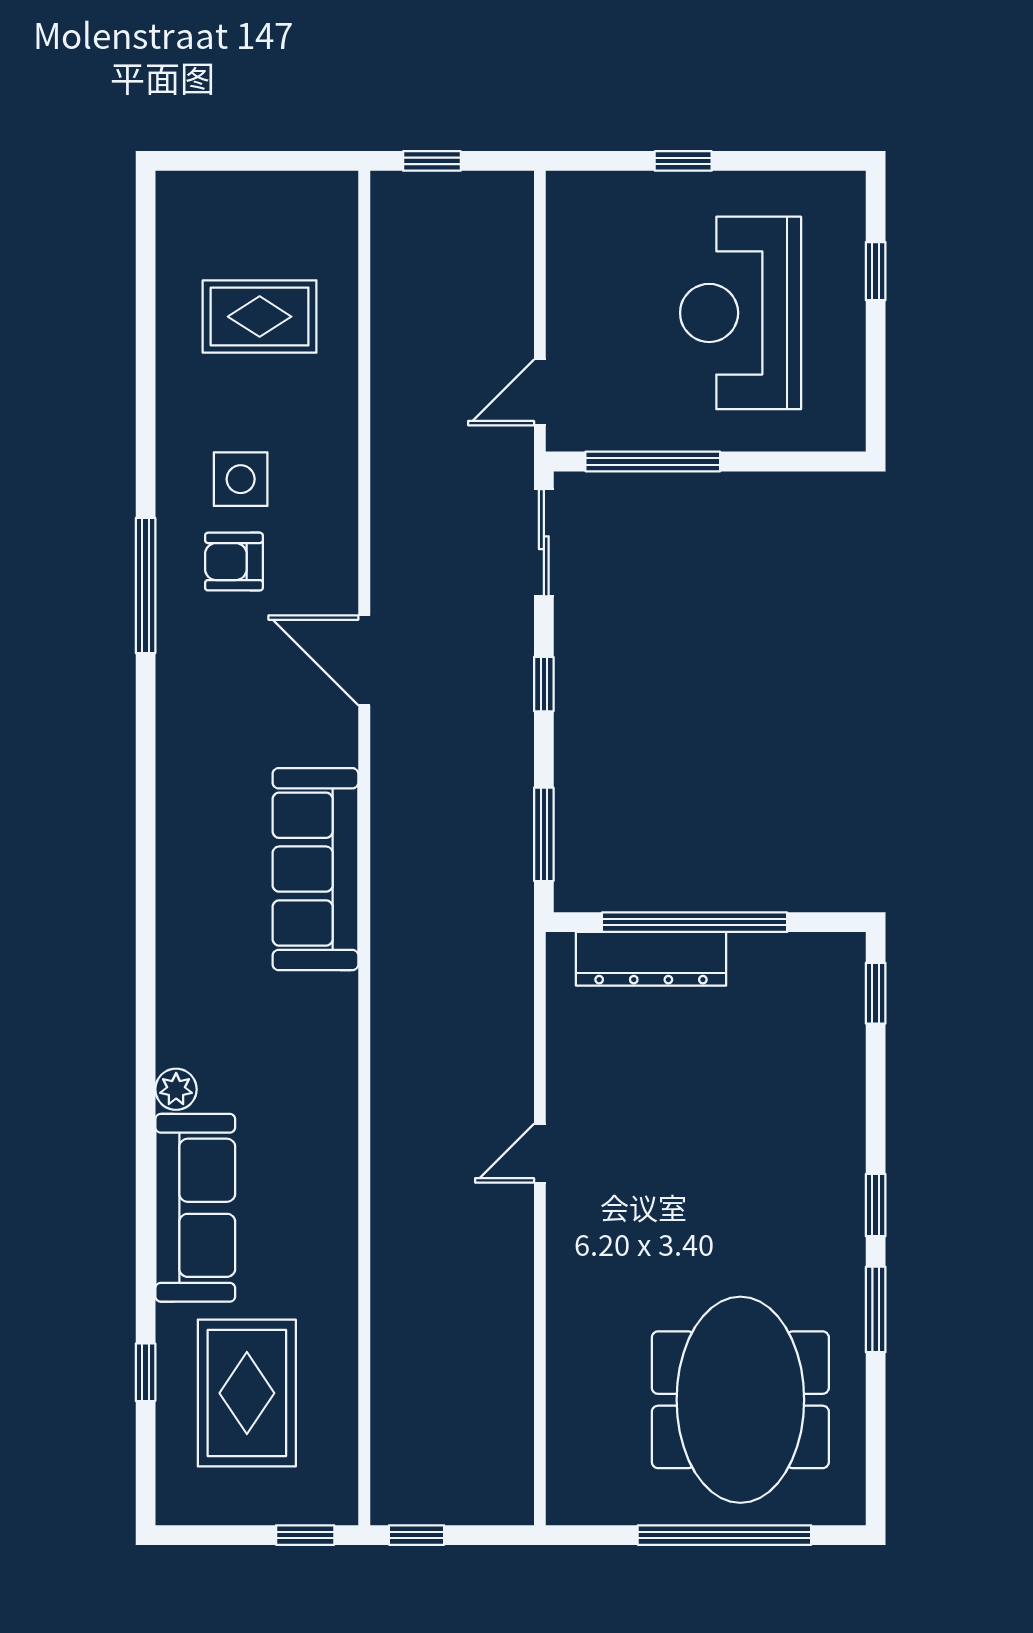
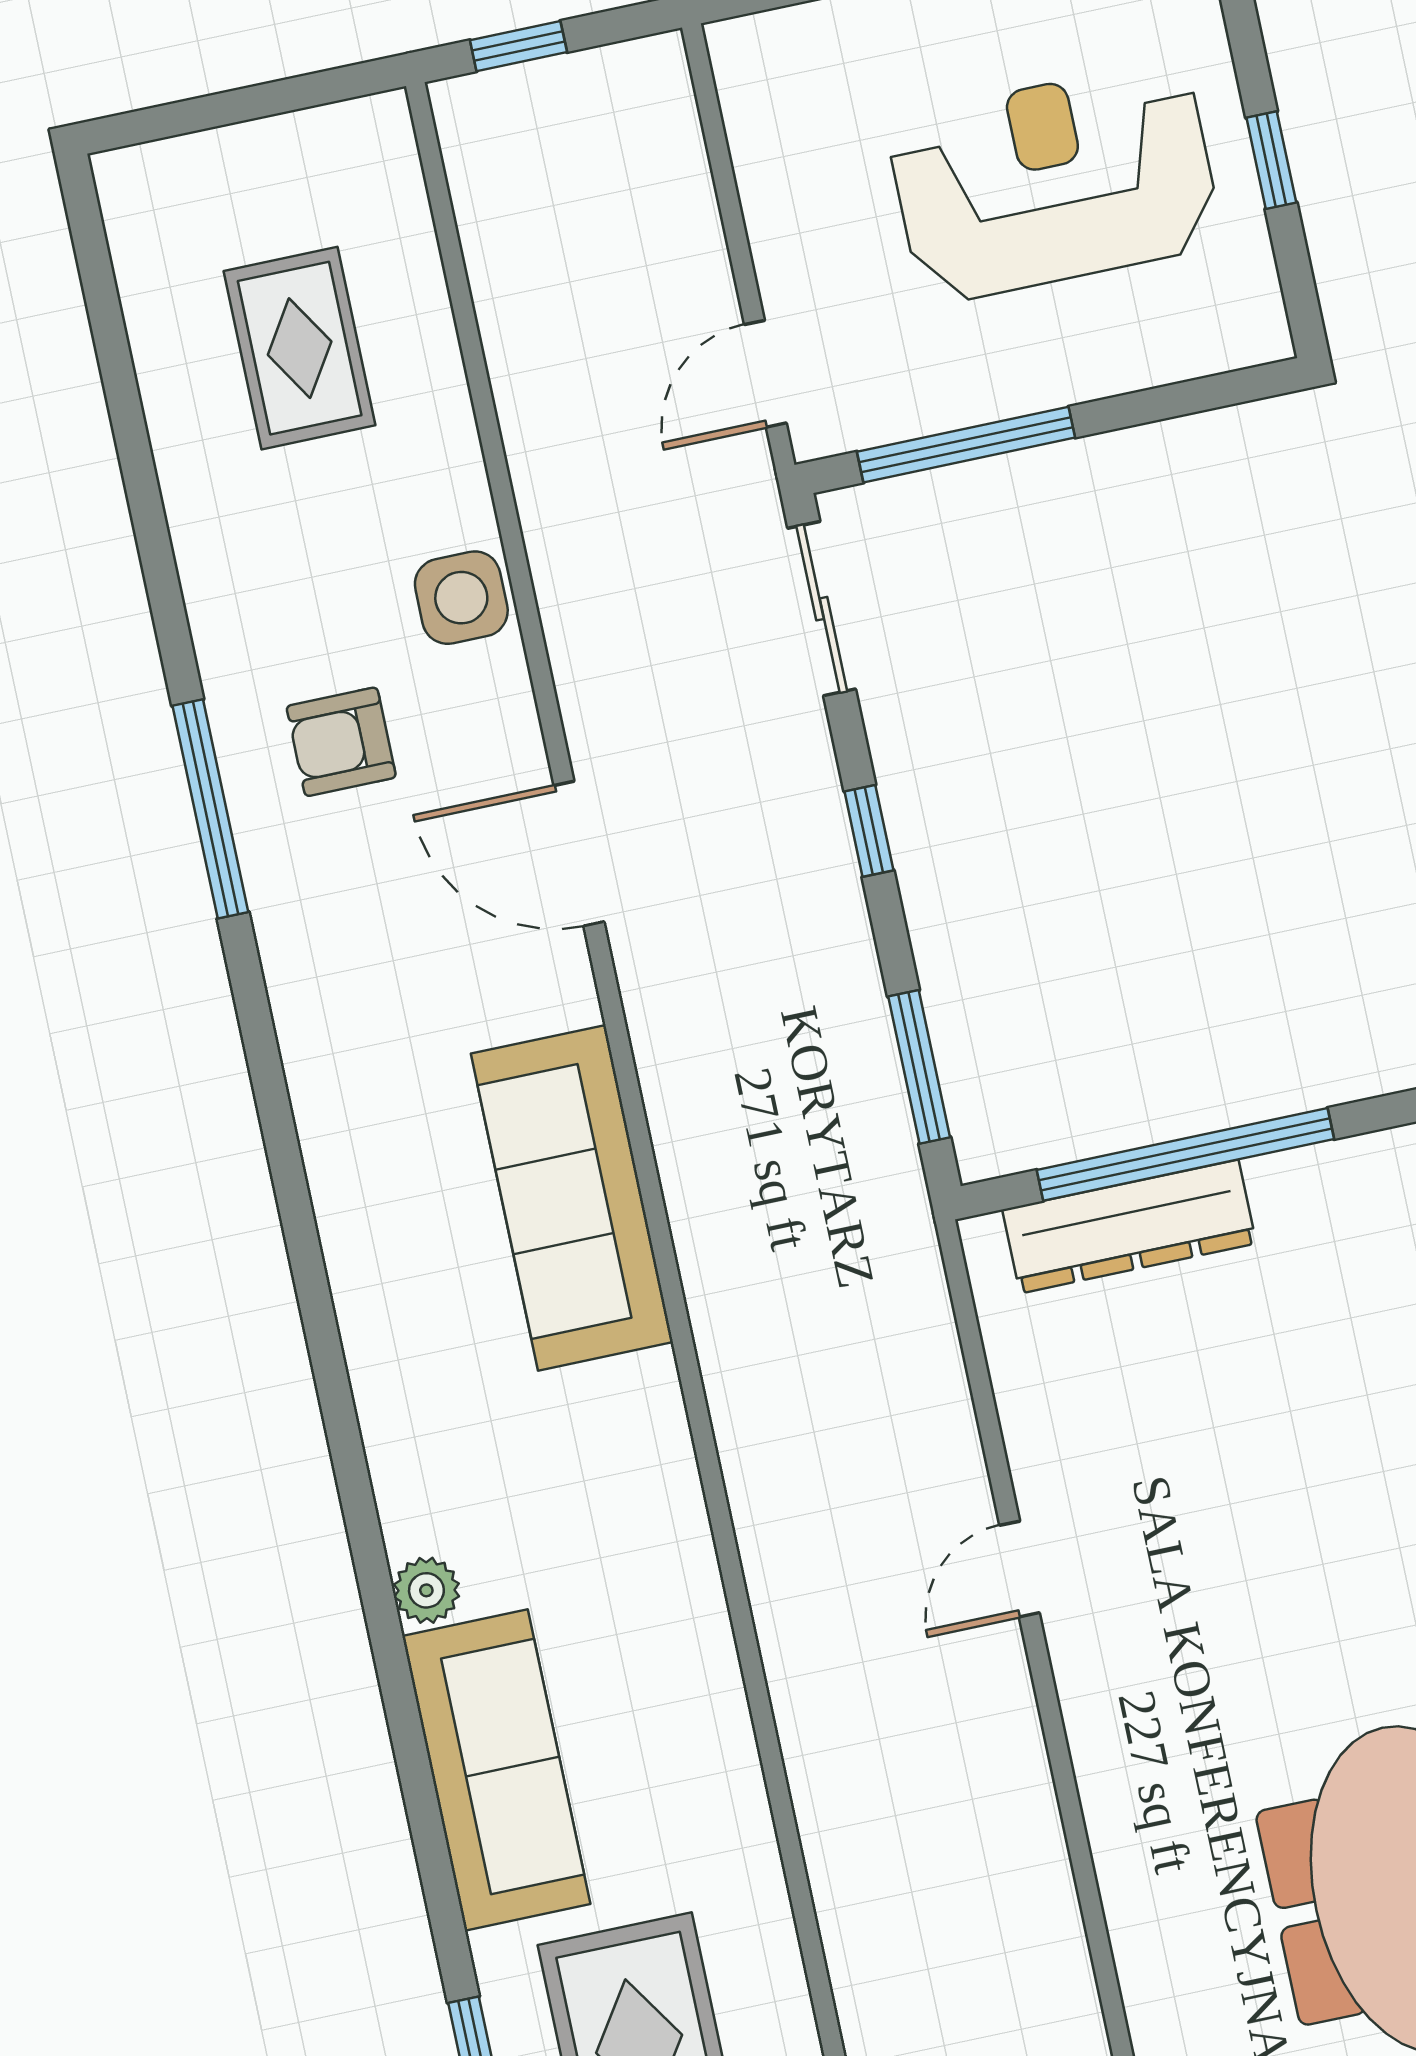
window: (876, 271) -> (1271, 160), moved
reception desk: (741, 313) -> (1054, 182), turned 90
rug: (260, 317) -> (300, 348), turned 90
side table: (241, 479) -> (461, 598), moved

